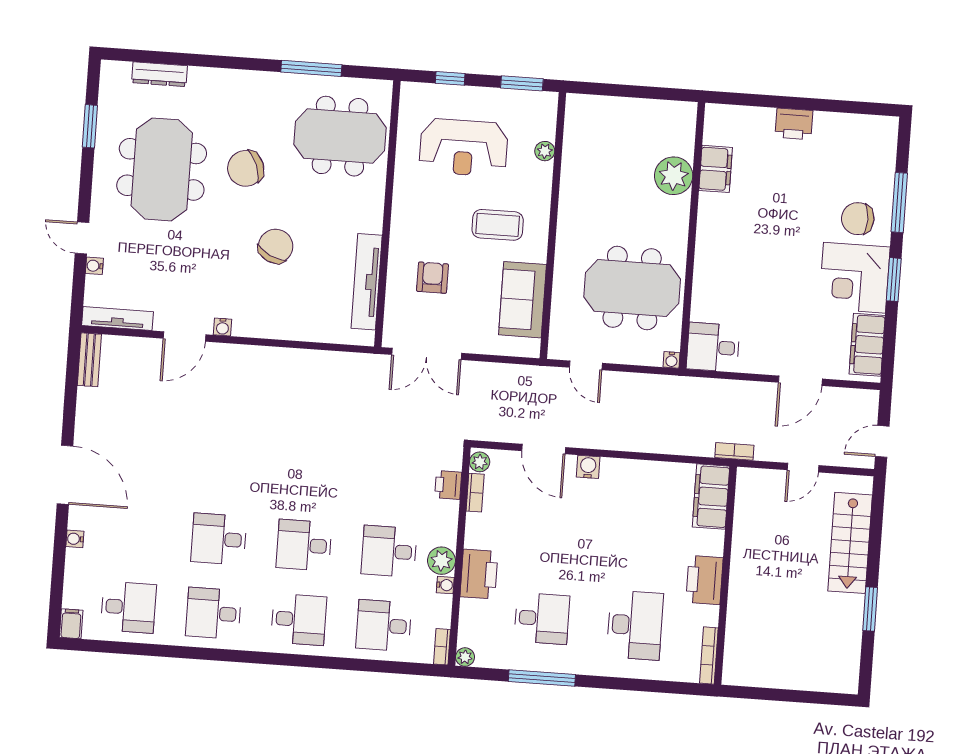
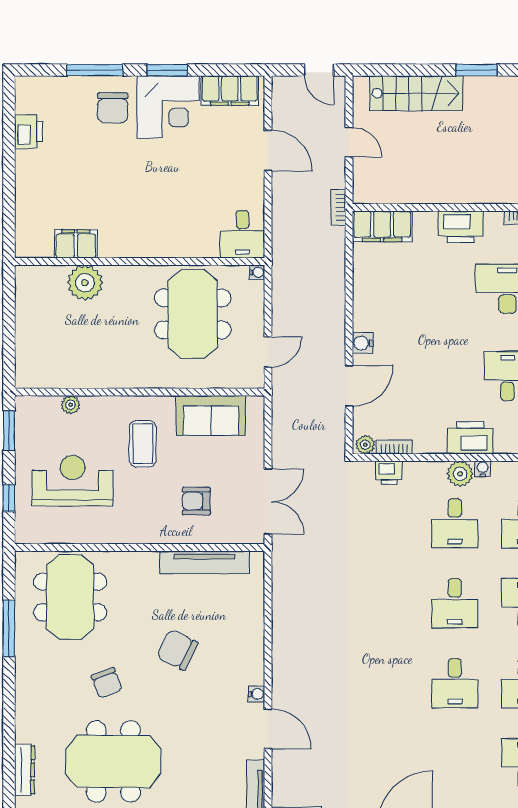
printer: (794, 124) -> (28, 132), moved
reception desk: (464, 147) -> (73, 481), turned -90
chair: (246, 168) -> (107, 683), width x0.73, depth x0.73

